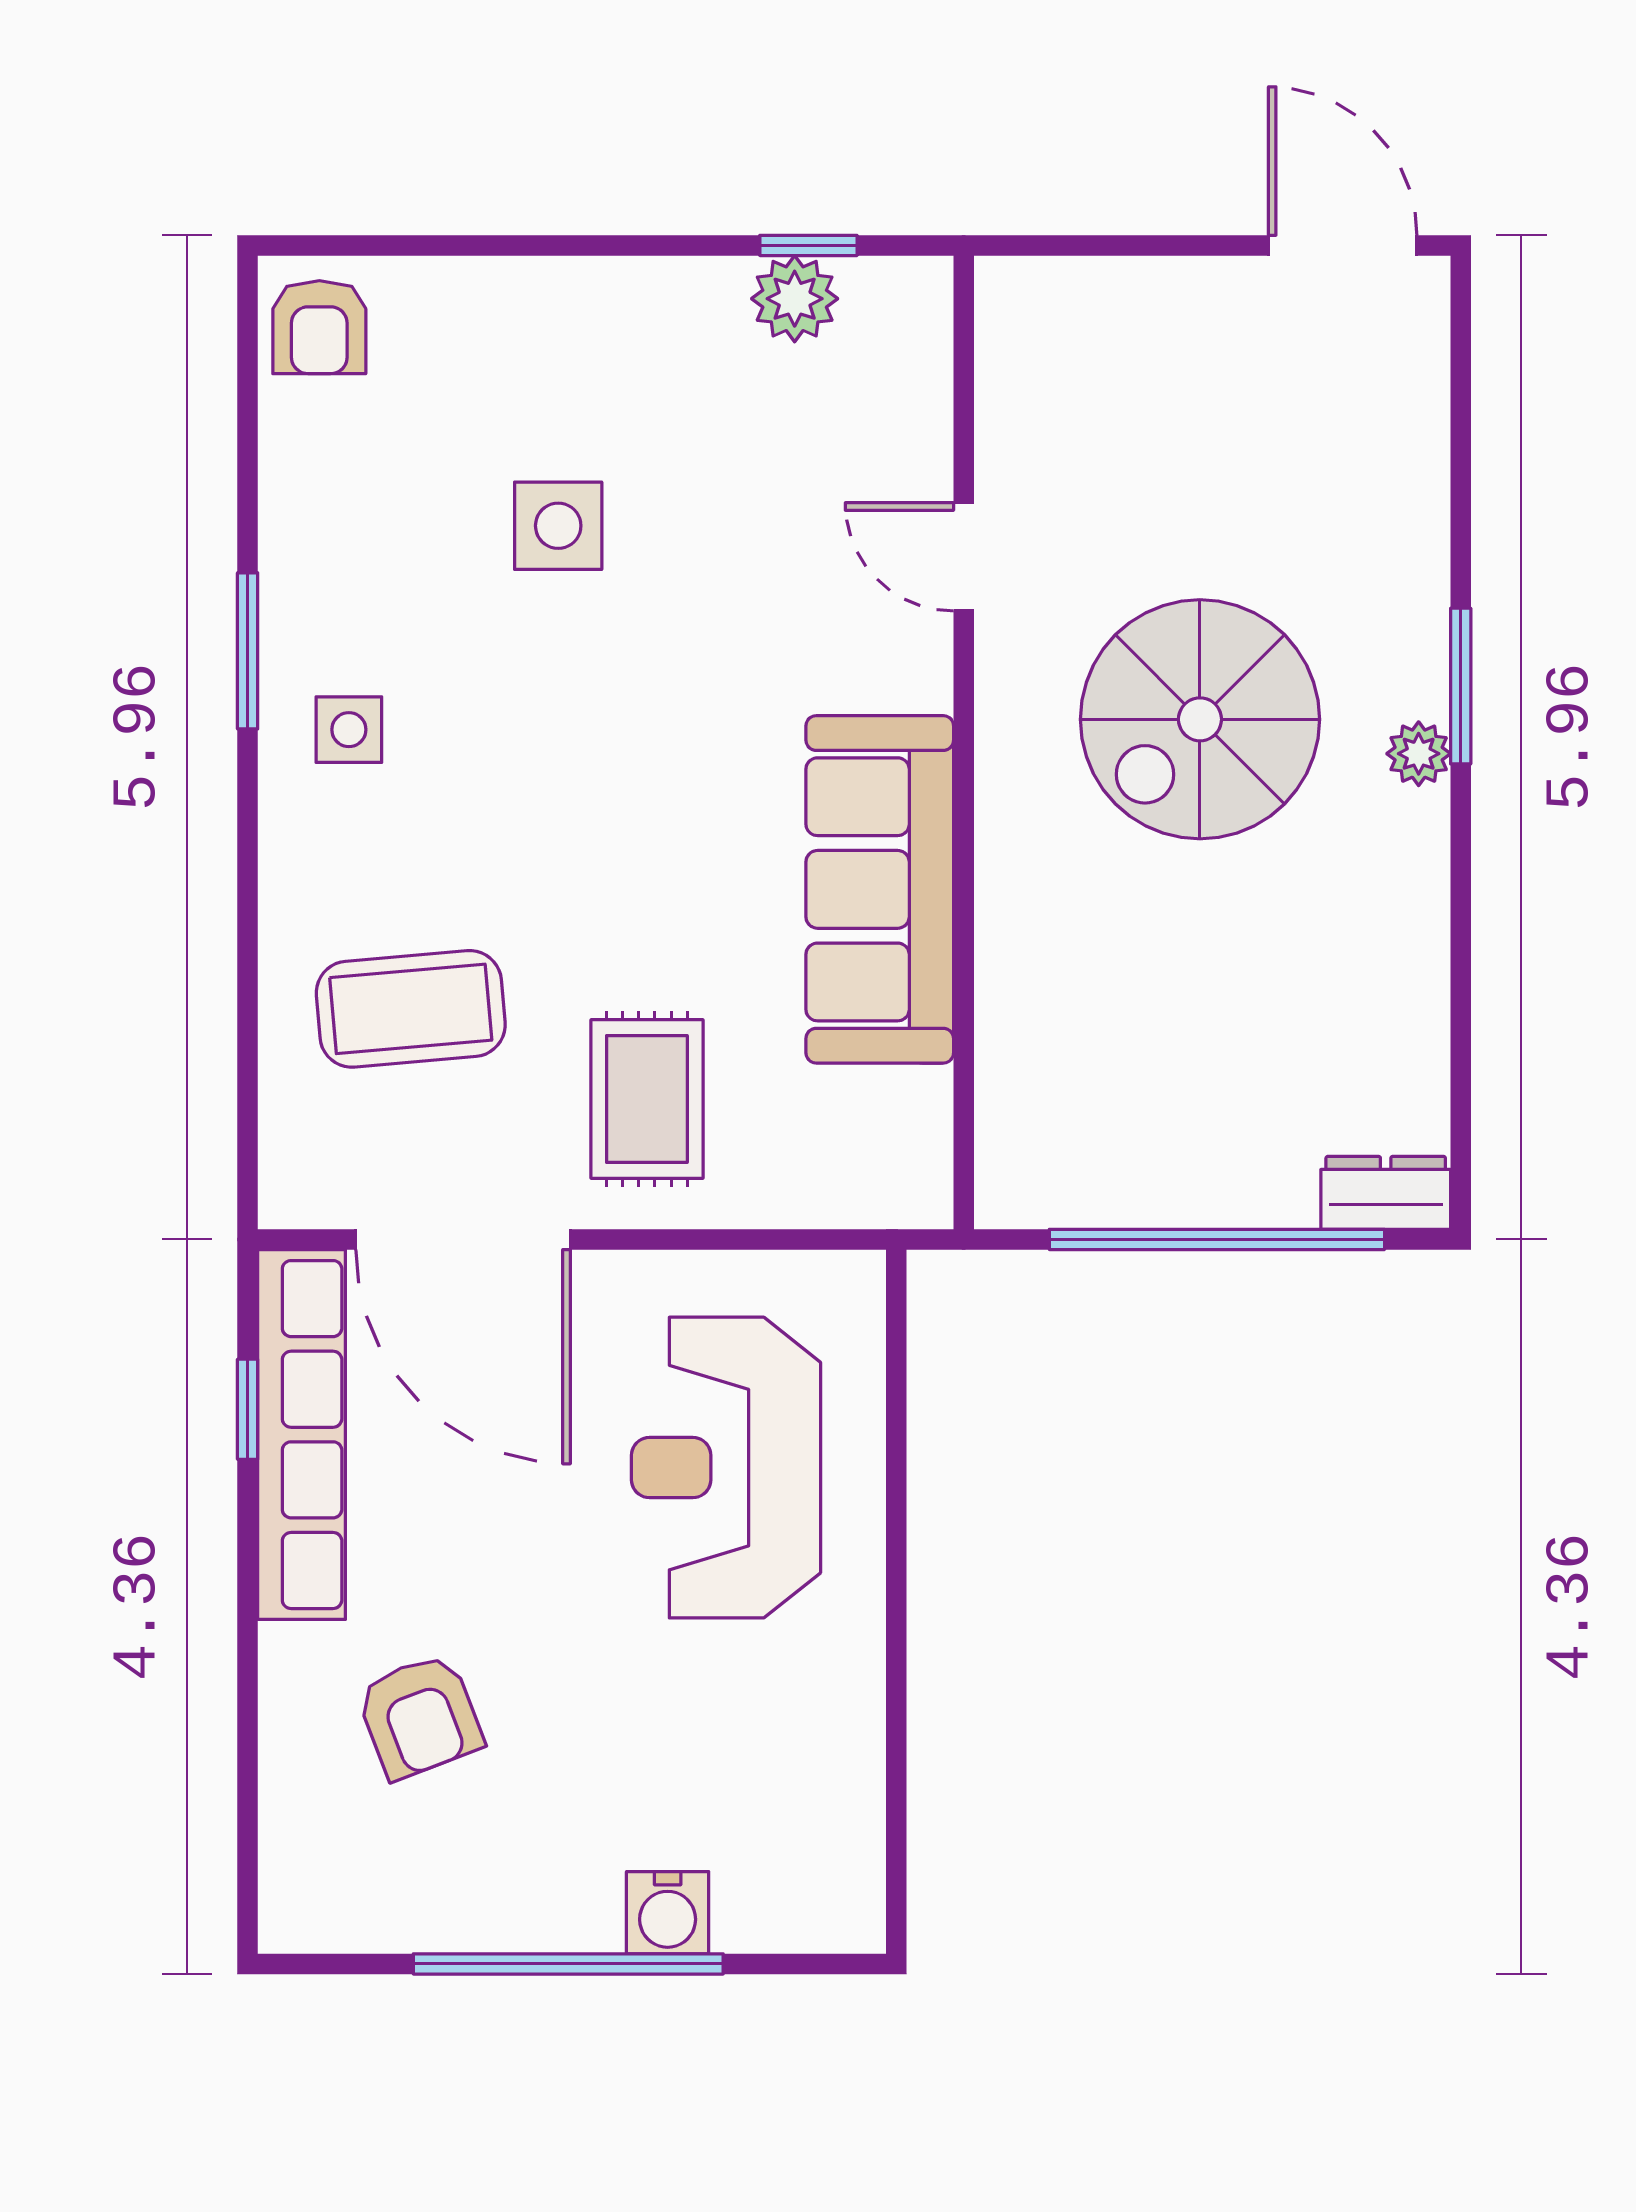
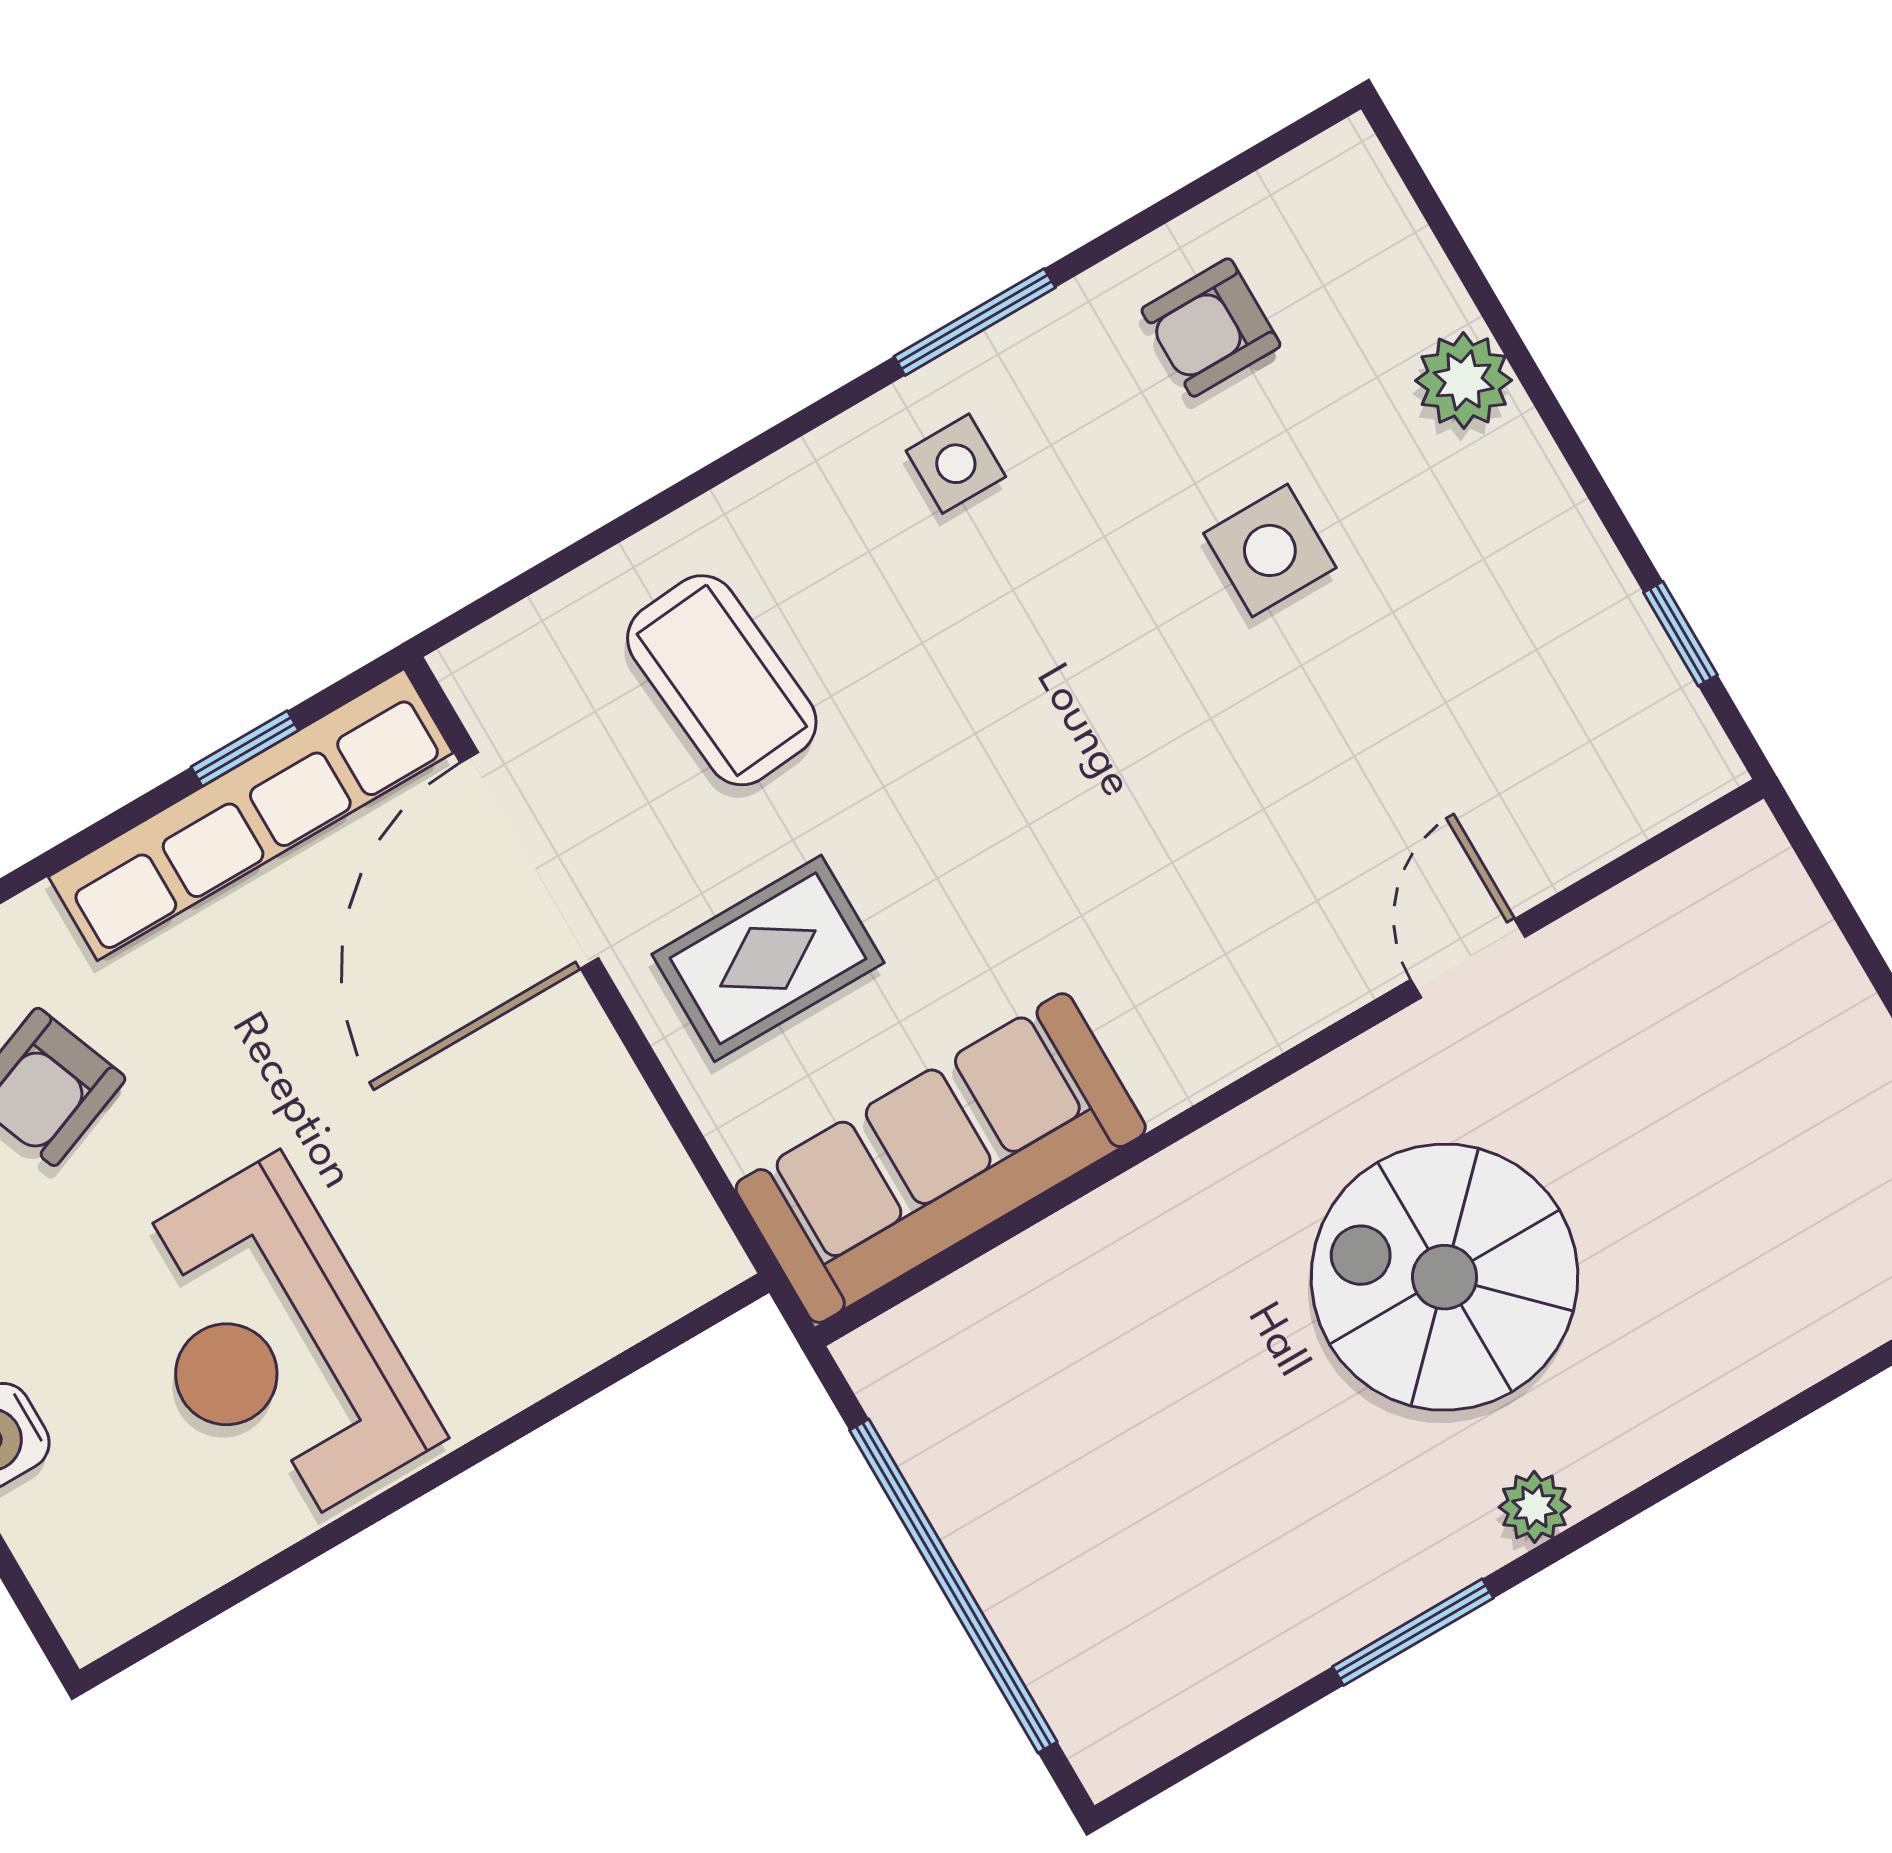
plant: (795, 299) -> (1464, 380), moved
armchair: (319, 327) -> (1211, 328), moved
window: (1461, 686) -> (1413, 1632), moved
sofa: (880, 889) -> (941, 1158), moved
dresser: (1386, 1193) -> (1093, 1722), removed
reception desk: (726, 1468) -> (274, 1347), moved, turned -90

